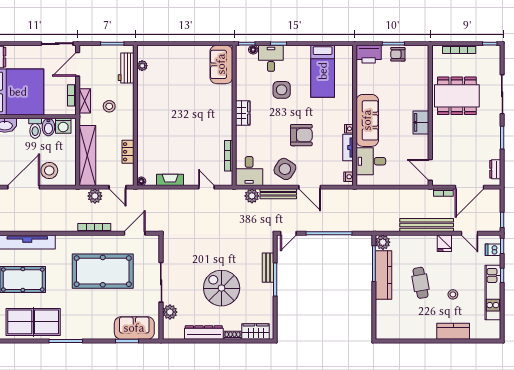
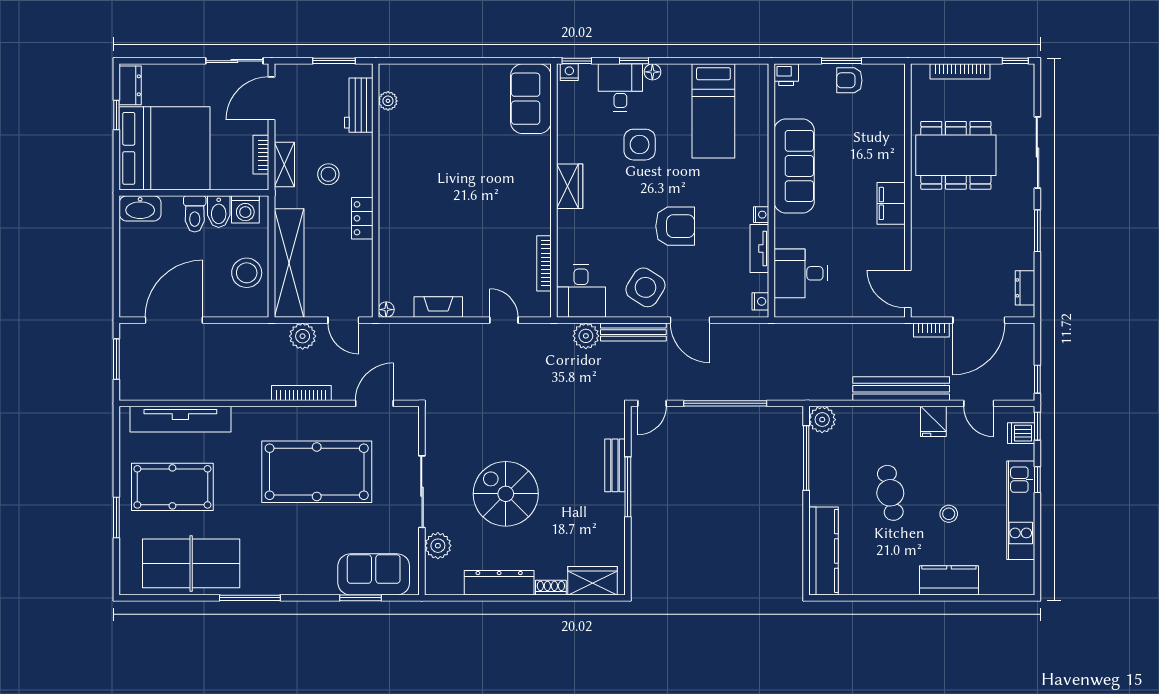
nightstand: (243, 50) -> (569, 72), added
floor lamp: (253, 50) -> (652, 72), moved
printer: (369, 54) -> (786, 75), width x0.53, depth x0.68
sofa: (367, 120) -> (794, 166), moved
locker: (128, 152) -> (362, 218), moved
stool: (49, 171) -> (247, 273), moved
kitchen counter: (384, 275) -> (823, 551), moved
spiral stairs: (222, 288) -> (506, 494), moved

